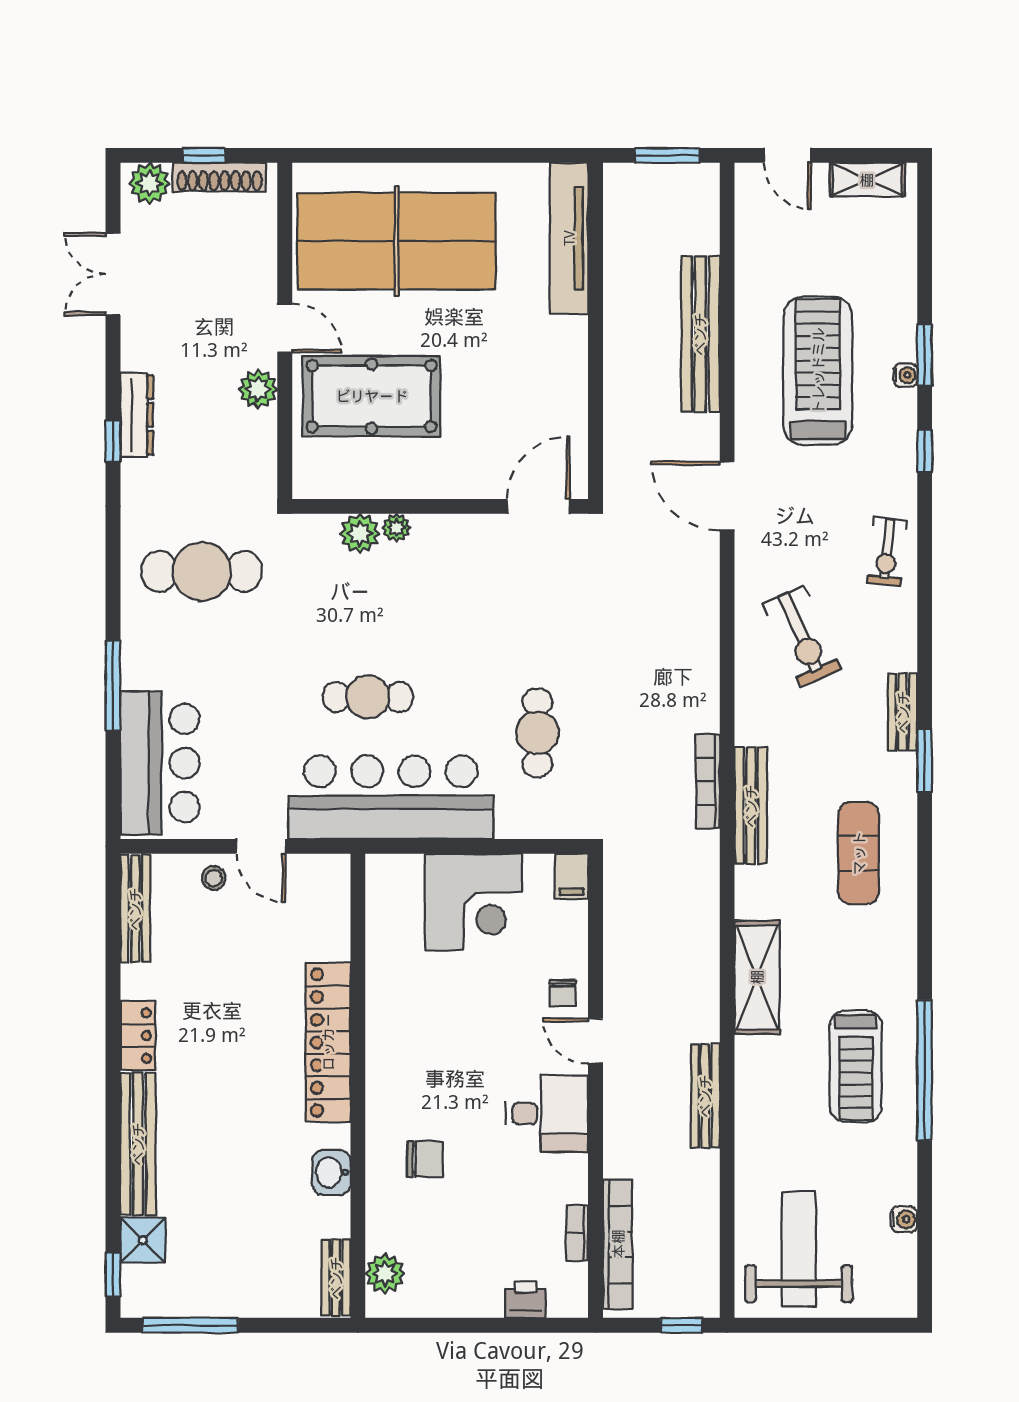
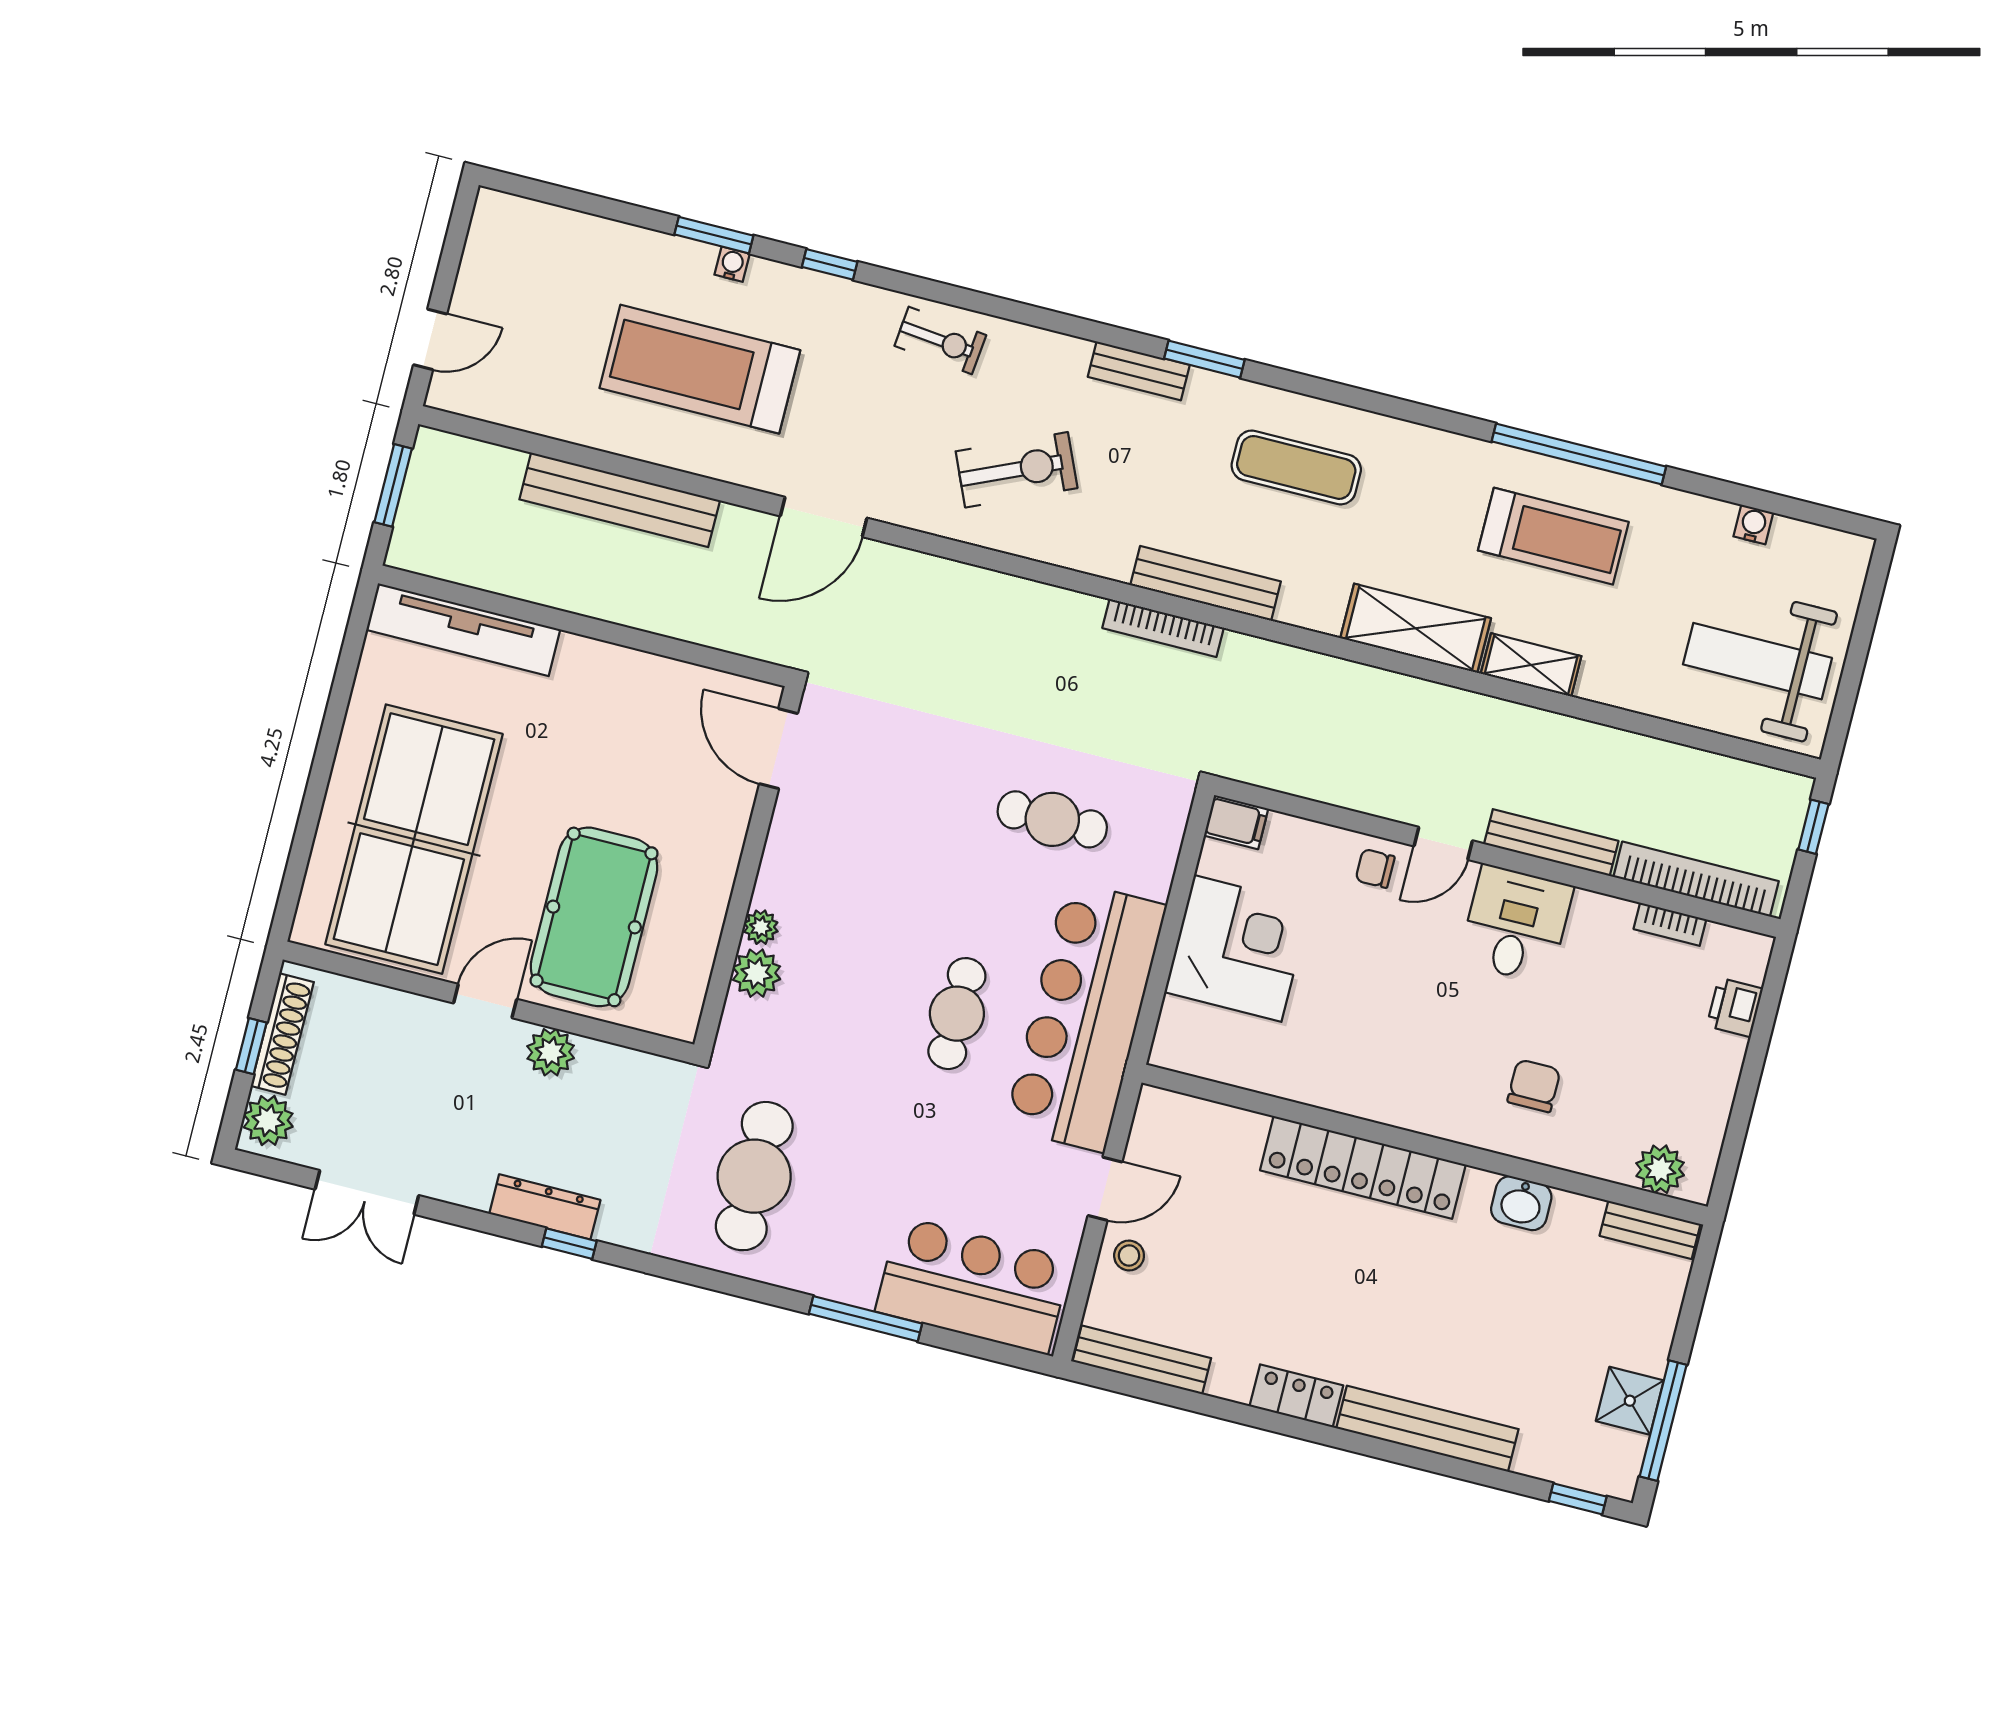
shelving: (867, 180) -> (1531, 665), moved, turned 90
chair: (563, 993) -> (1375, 868), turned 180
bench: (705, 1096) -> (1551, 843), moved
shower: (143, 1240) -> (1630, 1401), moved

